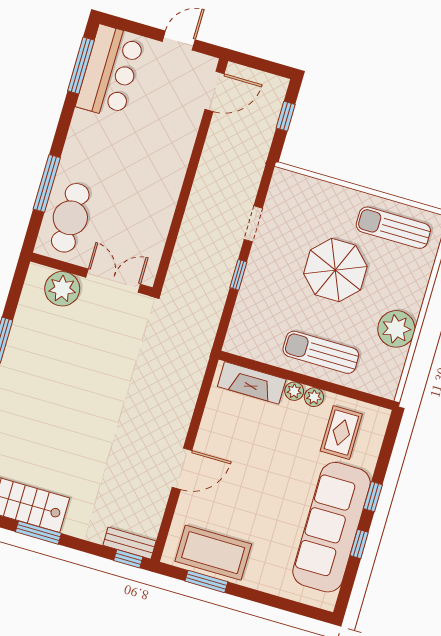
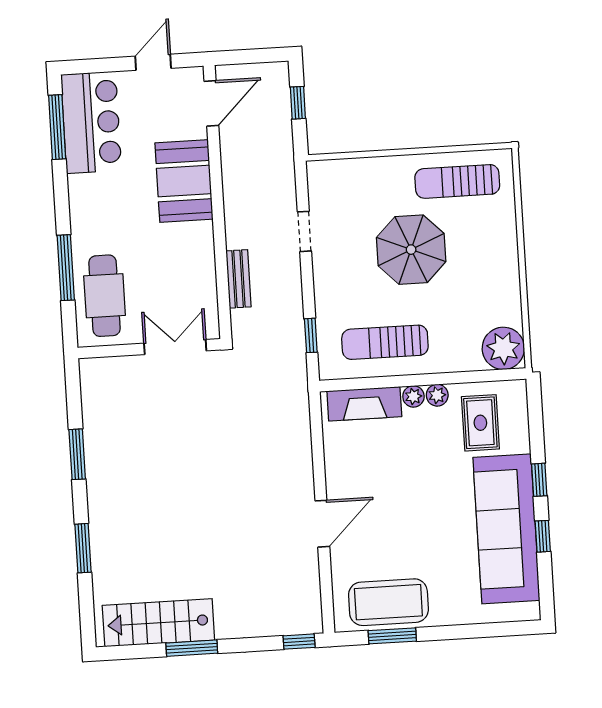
booth: (169, 147) -> (184, 181), added
window: (238, 275) -> (311, 335), moved
plant: (62, 289) -> (123, 375), removed
plant: (396, 329) -> (503, 348), moved
sun lounger: (321, 352) -> (385, 342), moved
bench: (130, 543) -> (238, 279), moved, turned 90

